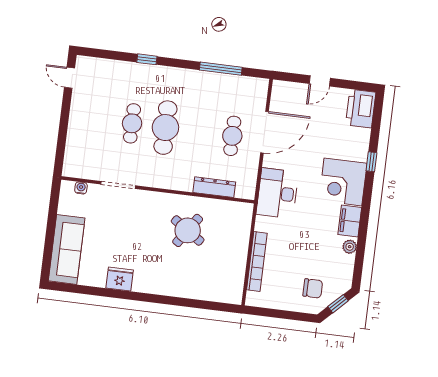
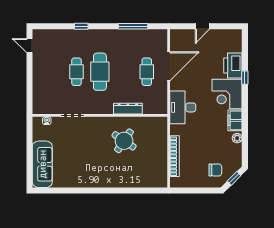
printer: (361, 108) -> (233, 65), moved
dresser: (214, 187) -> (128, 109), moved
fridge: (120, 279) -> (81, 180), removed

